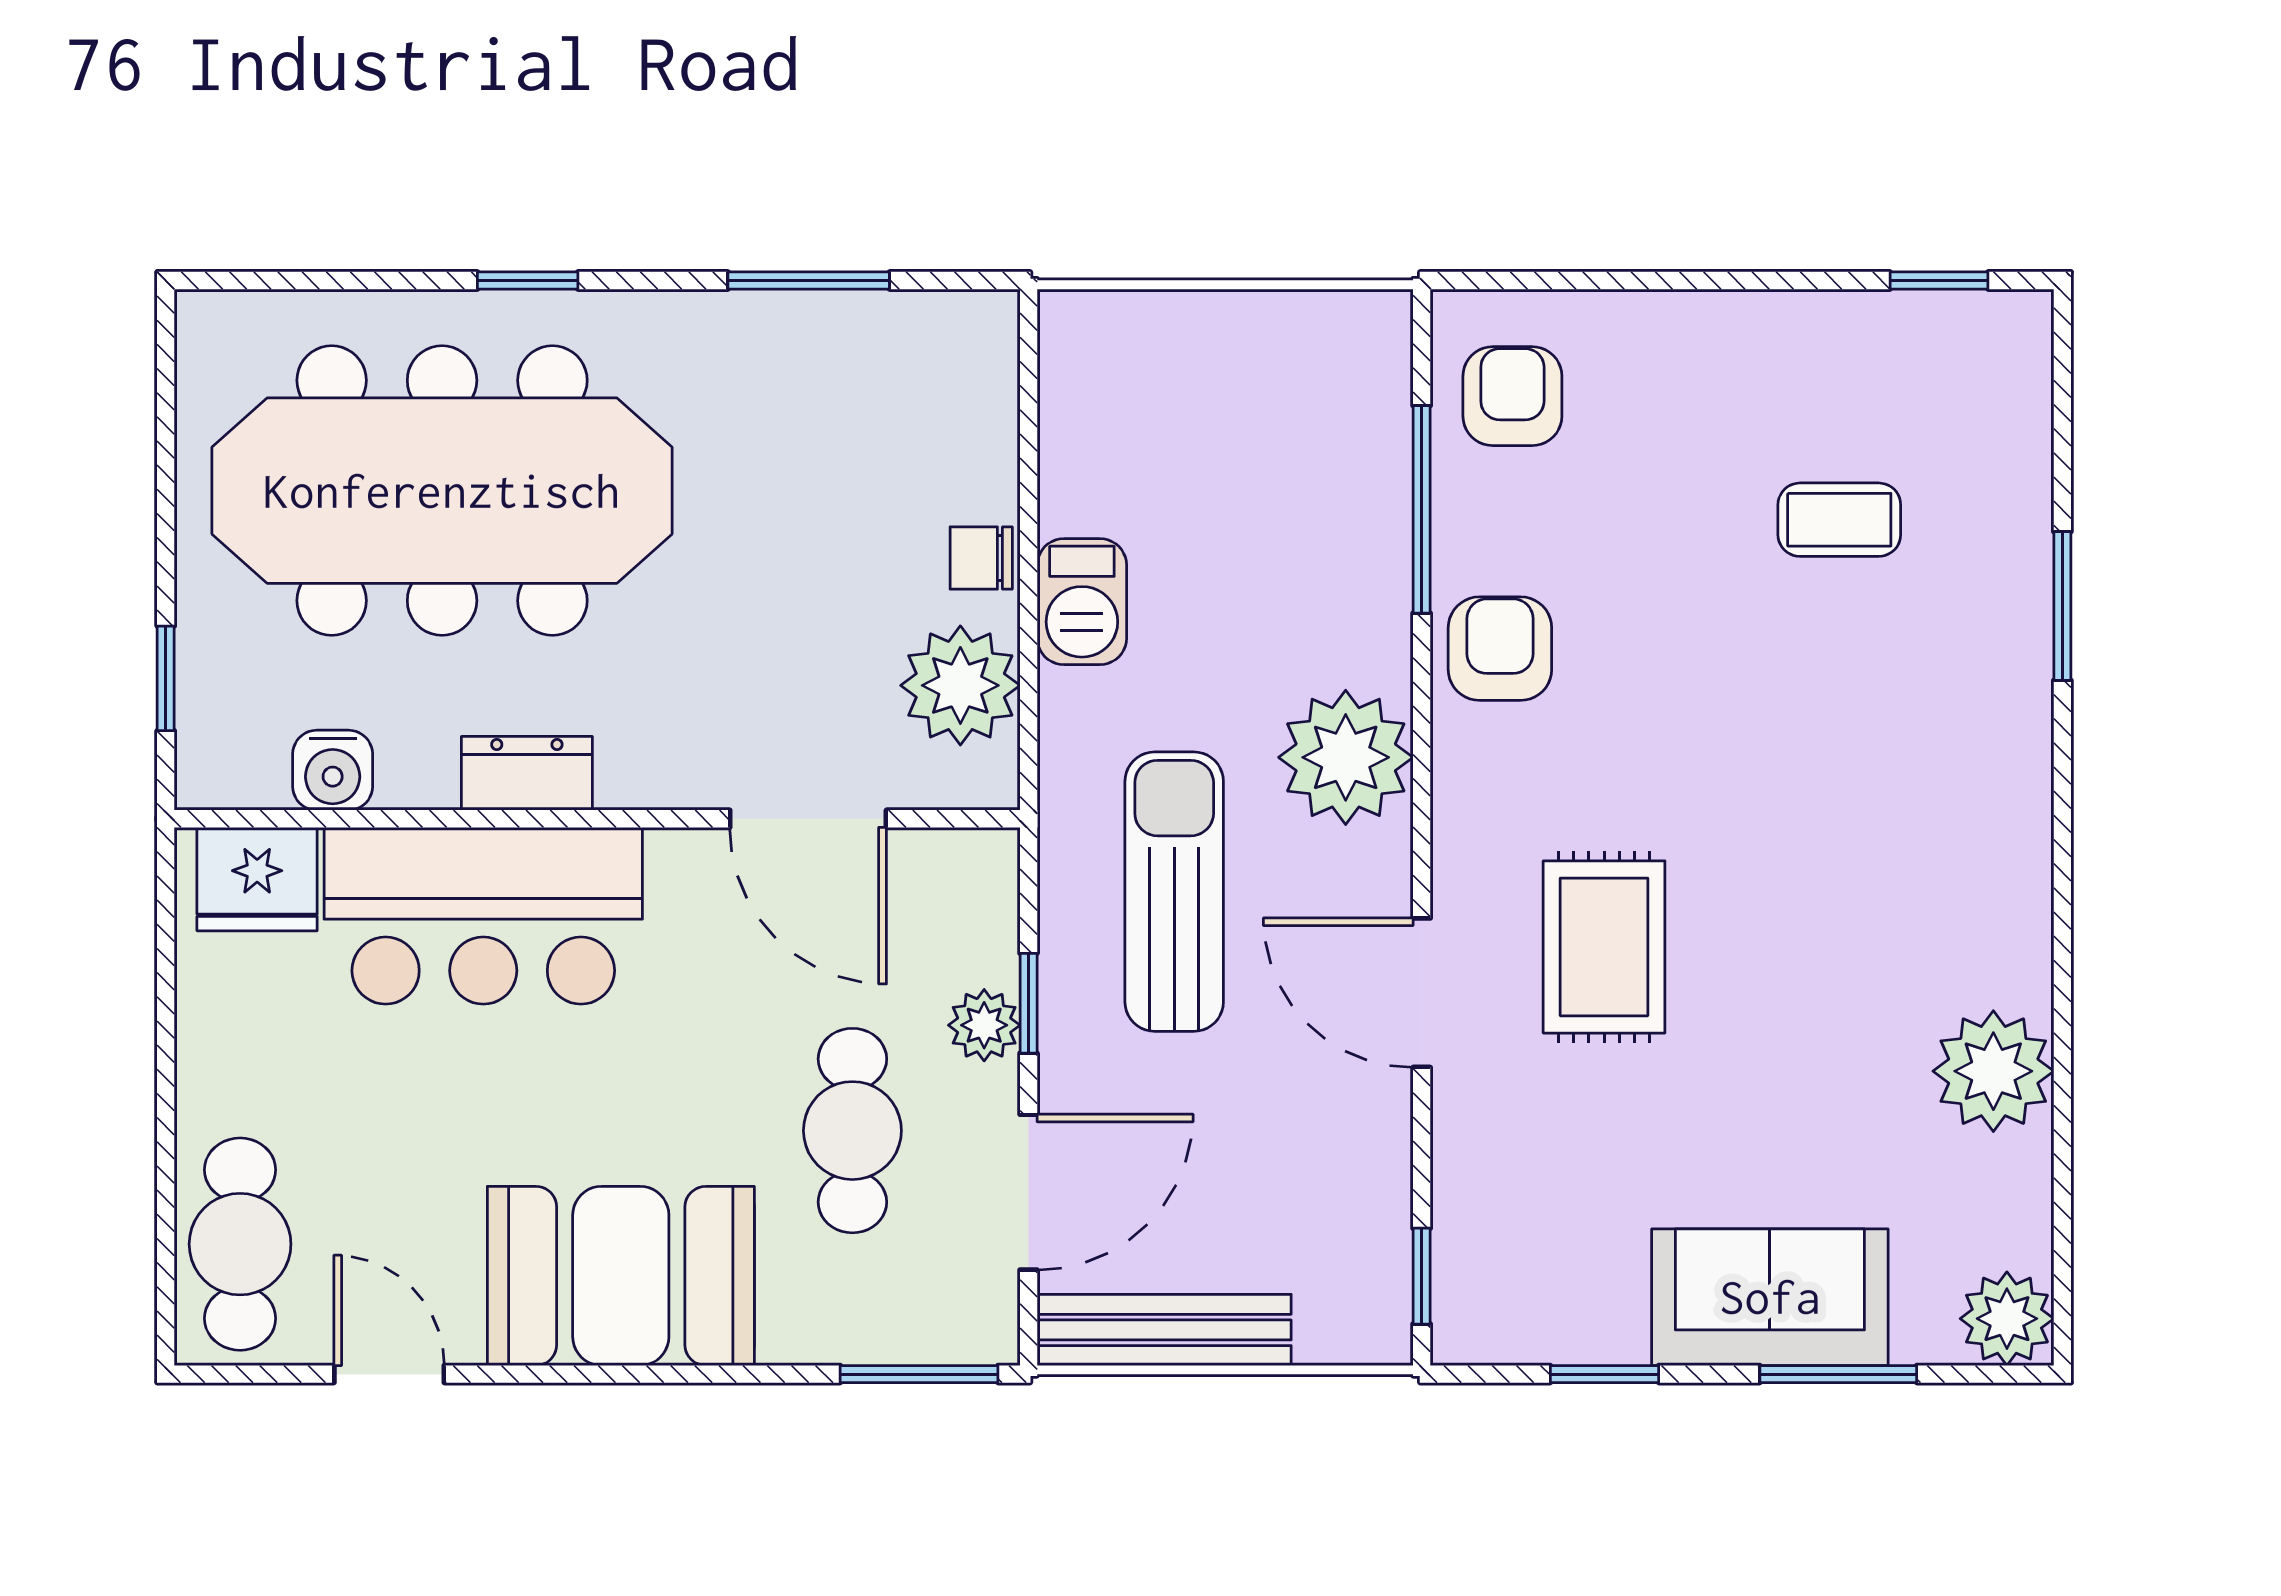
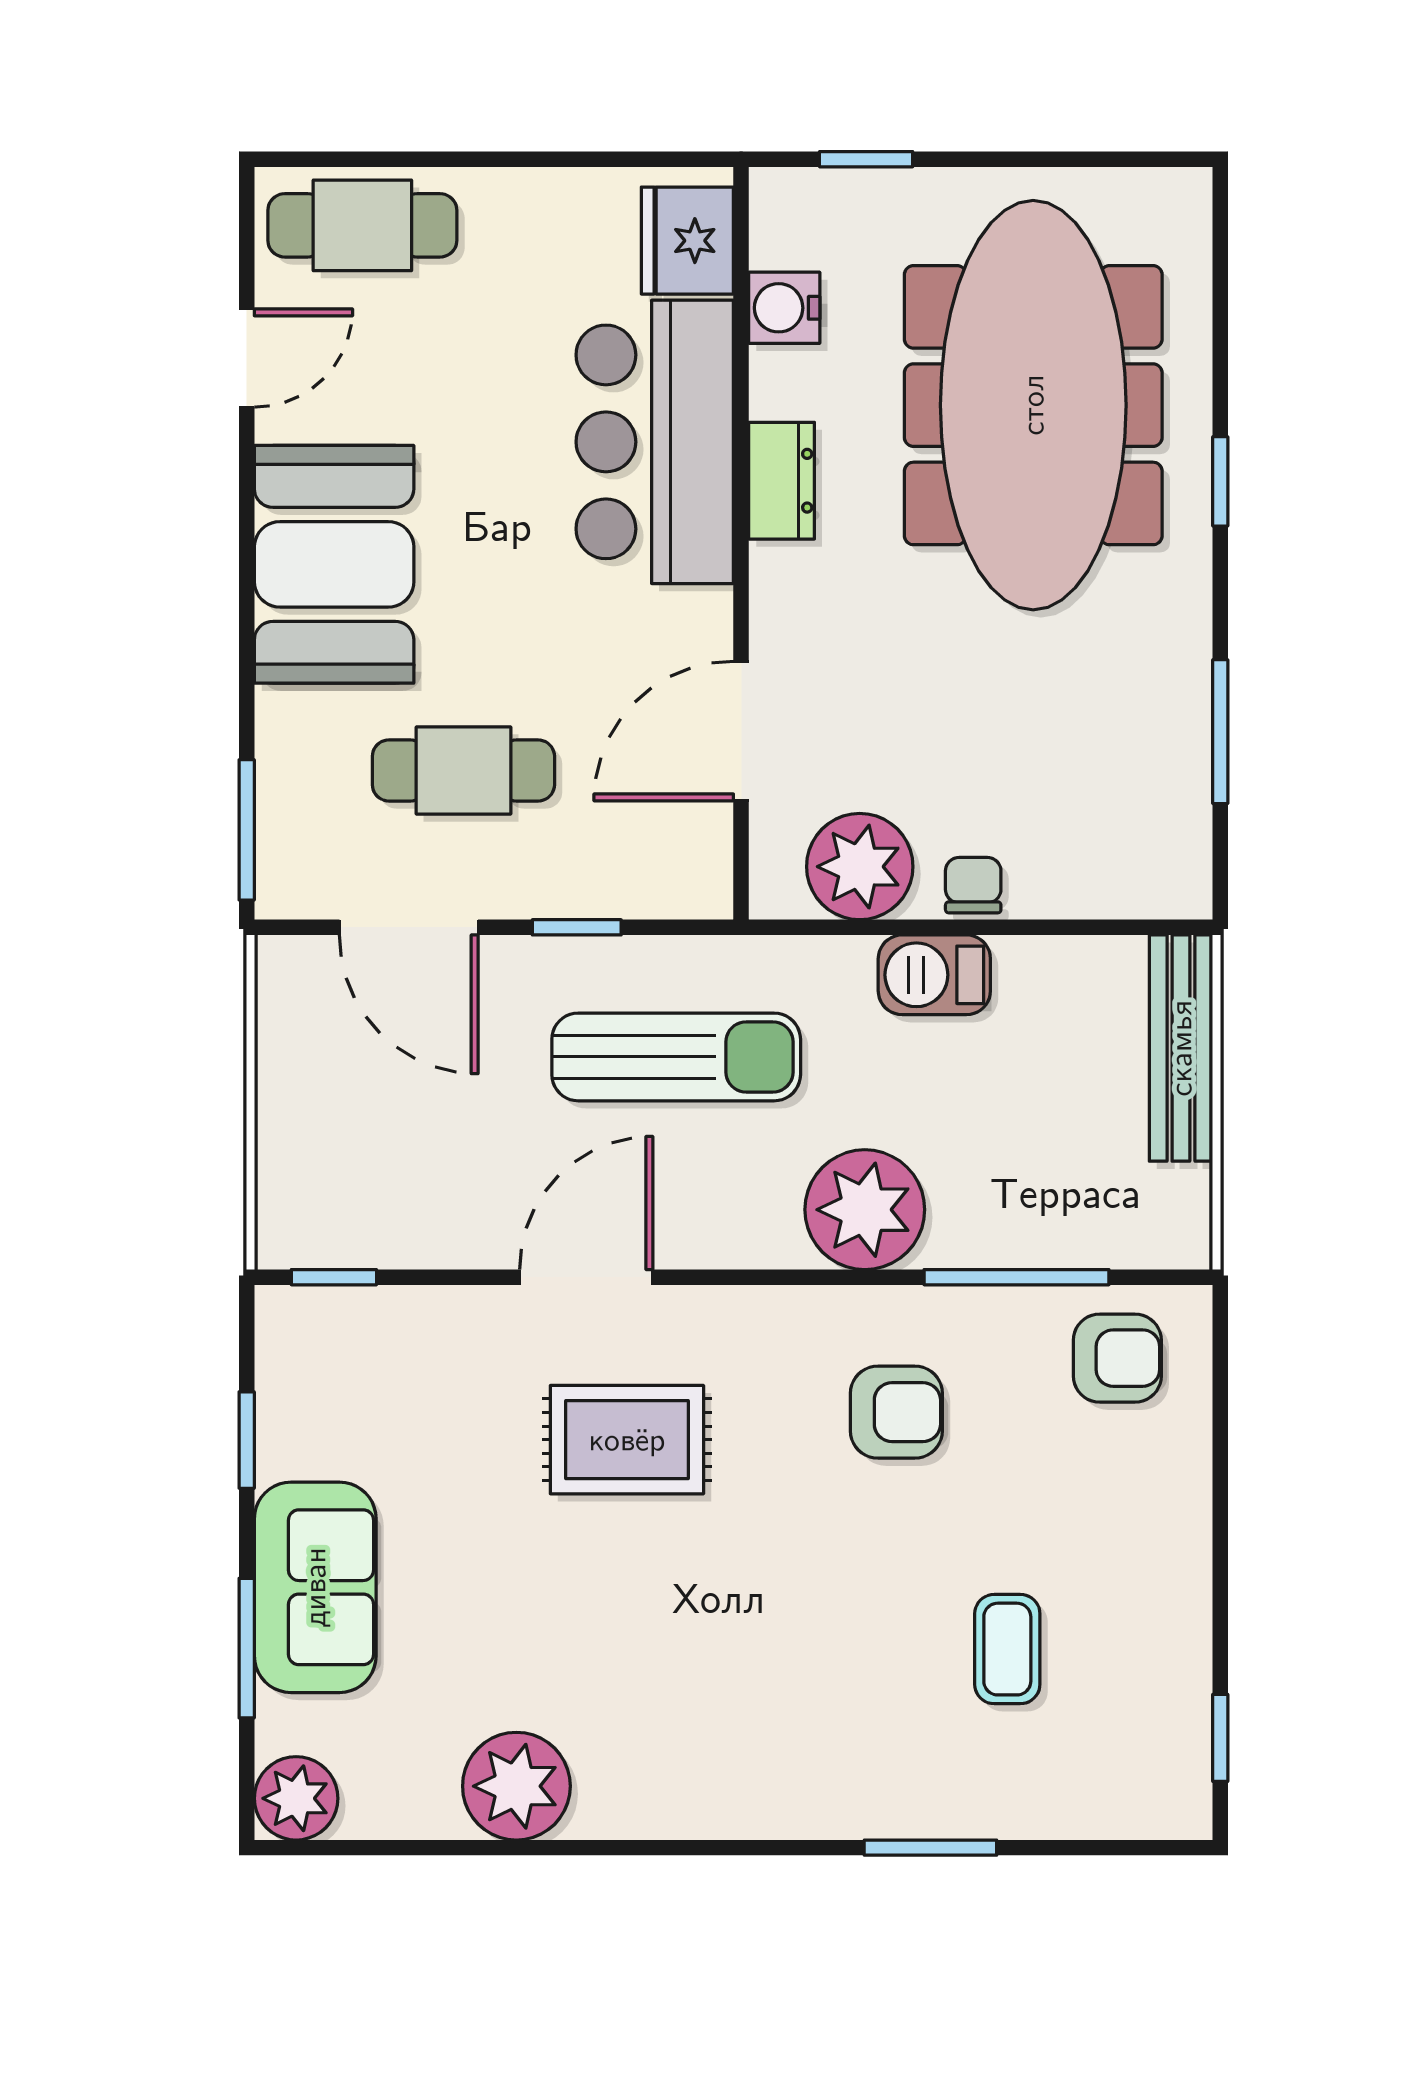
armchair: (1500, 649) -> (896, 1412), moved
plant: (1346, 757) -> (865, 1210), moved
plant: (984, 1025) -> (557, 888), removed
bench: (1164, 1330) -> (1181, 1048), moved

